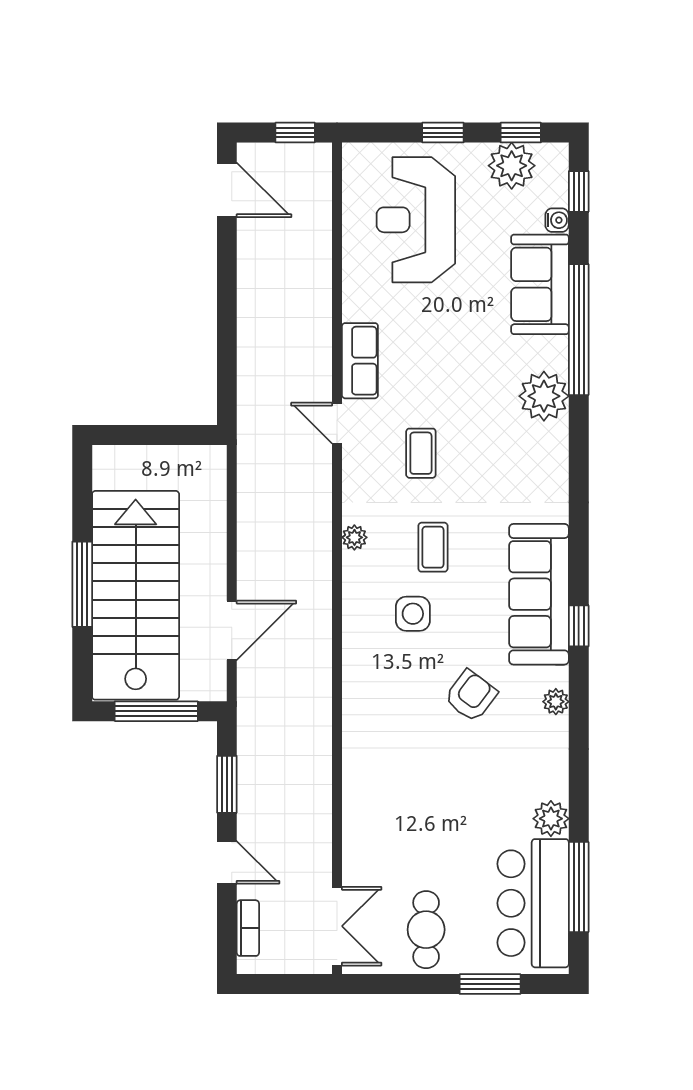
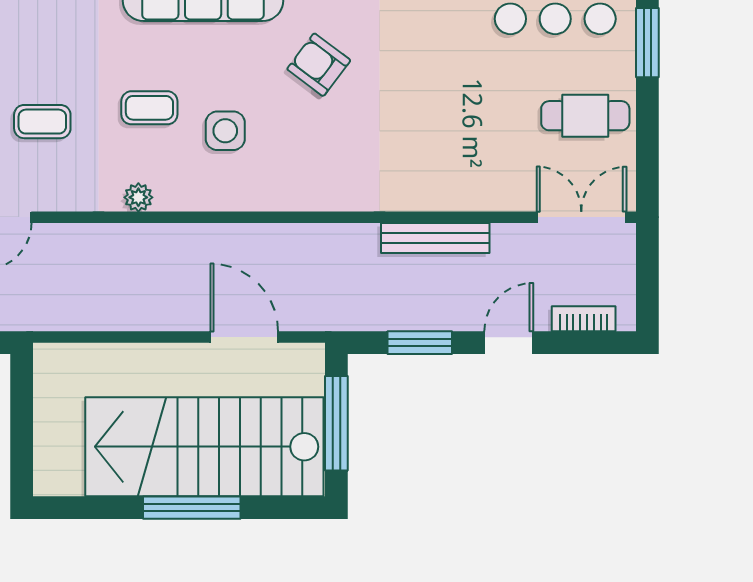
bench: (319, 798) -> (435, 238), added

